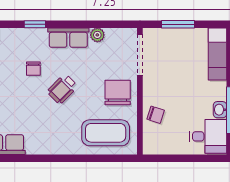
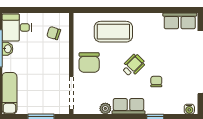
chair: (156, 115) -> (54, 33), moved
coffee table: (106, 133) -> (113, 32), moved

